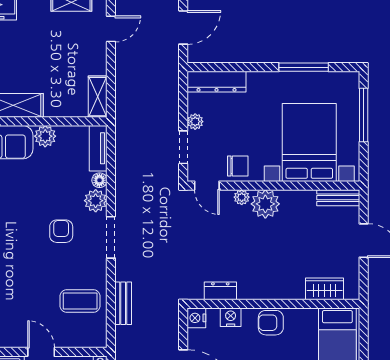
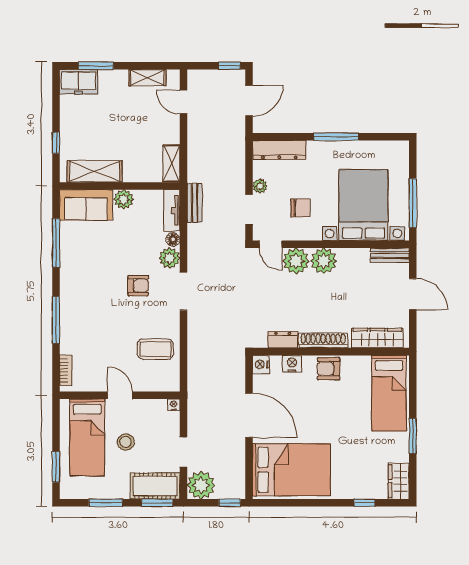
door: (111, 29) -> (183, 102), swing flipped
window: (304, 67) -> (336, 137), moved
window: (364, 115) -> (413, 203), moved
chair: (238, 166) -> (300, 208), moved
plant: (242, 197) -> (296, 261), width x1.88, depth x1.88
armchair: (61, 231) -> (138, 286), turned 90
wardrobe: (325, 289) -> (377, 338), width x1.50
shoe rack: (265, 292) -> (323, 340), added
bench: (123, 303) -> (195, 203), moved

